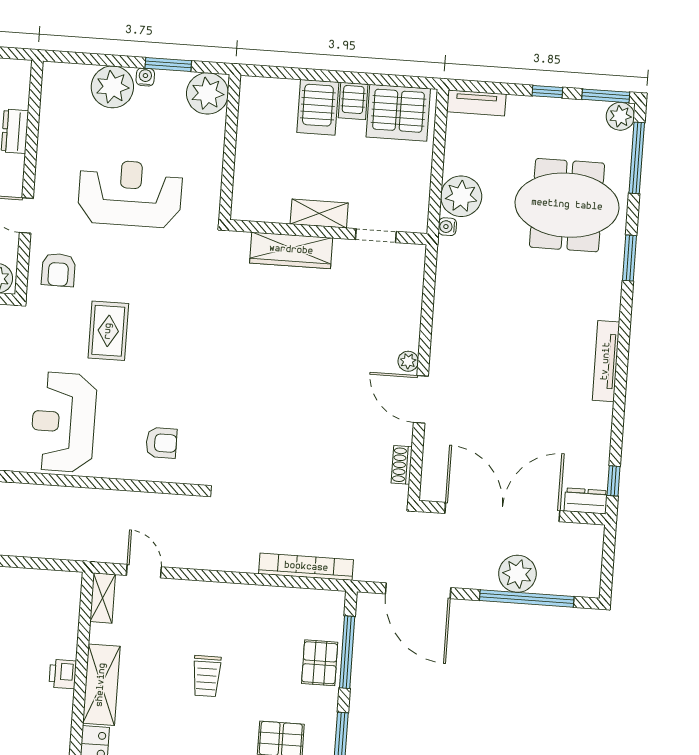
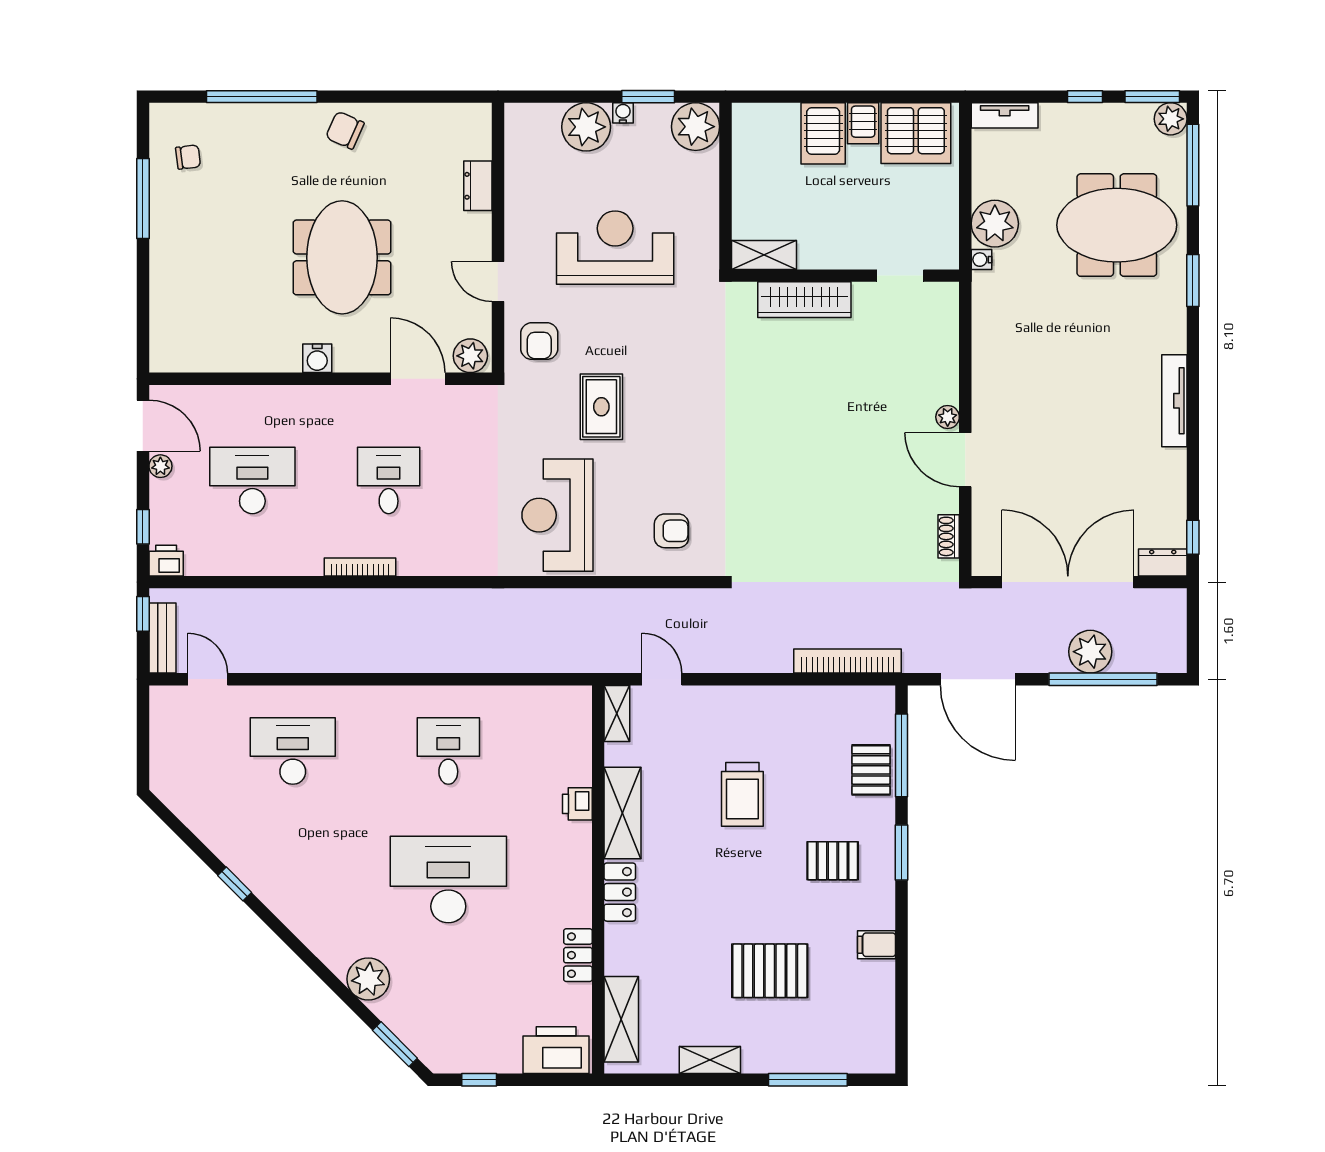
shelving: (319, 214) -> (764, 255), moved
trolley: (207, 676) -> (742, 794), width x1.36, depth x1.39

